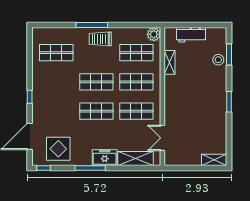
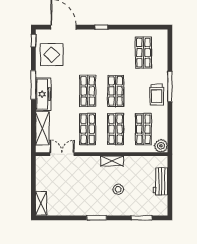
trolley: (100, 39) -> (157, 95), turned 180
stool: (218, 60) -> (118, 189), moved
shelving: (170, 62) -> (112, 161), moved
freezer: (105, 158) -> (43, 94), width x1.40

